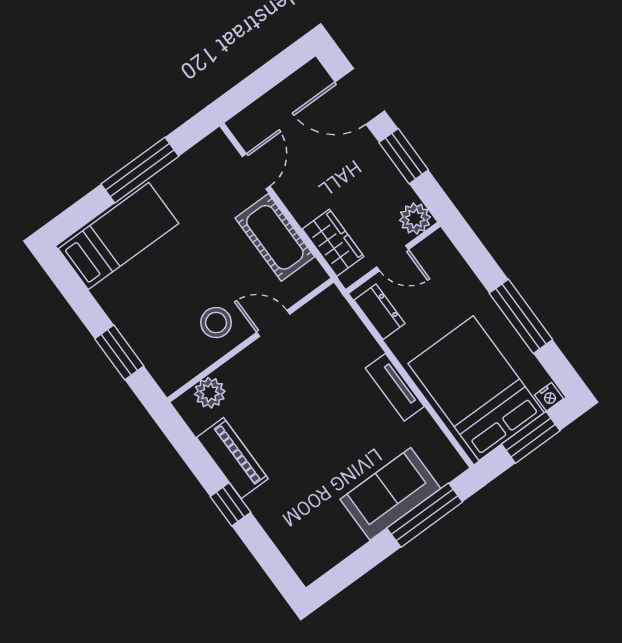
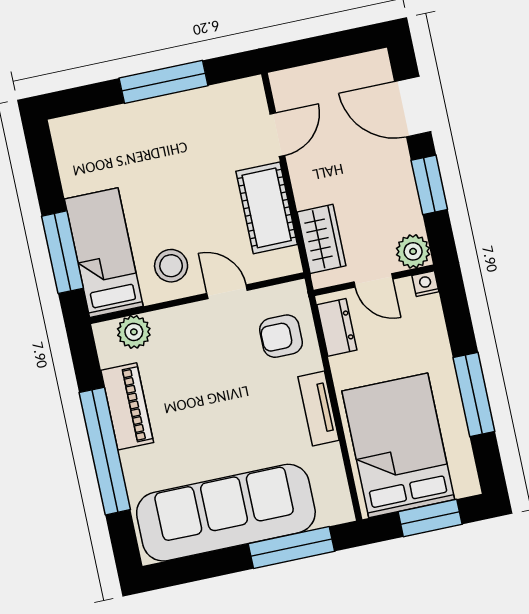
bed: (119, 236) -> (104, 253), moved, turned -90
armchair: (336, 340) -> (281, 336), added
window: (119, 352) -> (63, 252), width x1.44
nightstand: (549, 397) -> (425, 284), moved, turned 180
sofa: (390, 494) -> (226, 513), width x1.85, depth x1.27
window: (230, 504) -> (105, 451), width x3.17

